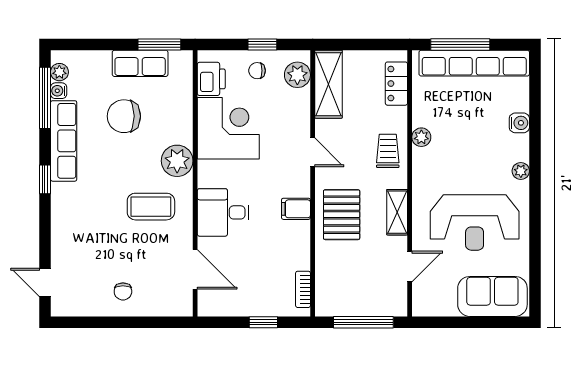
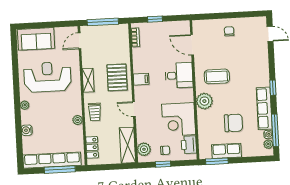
door: (410, 267) -> (80, 41), moved

